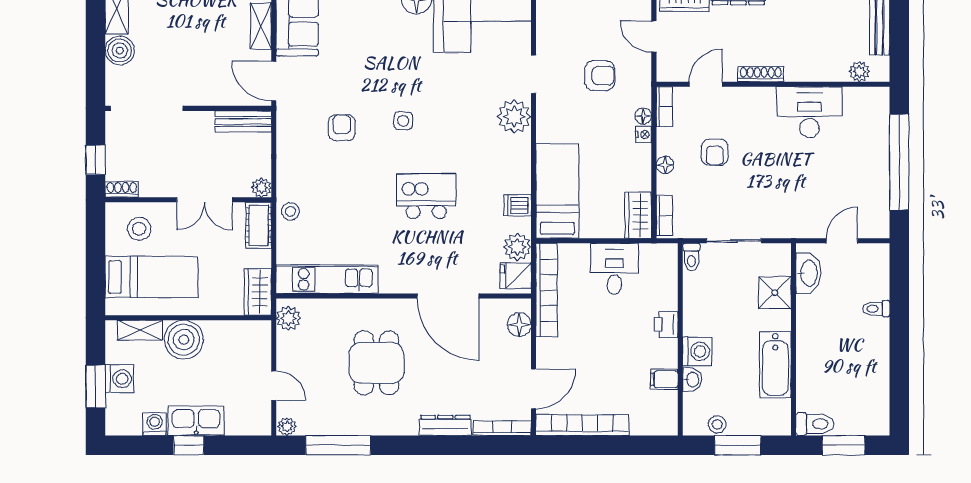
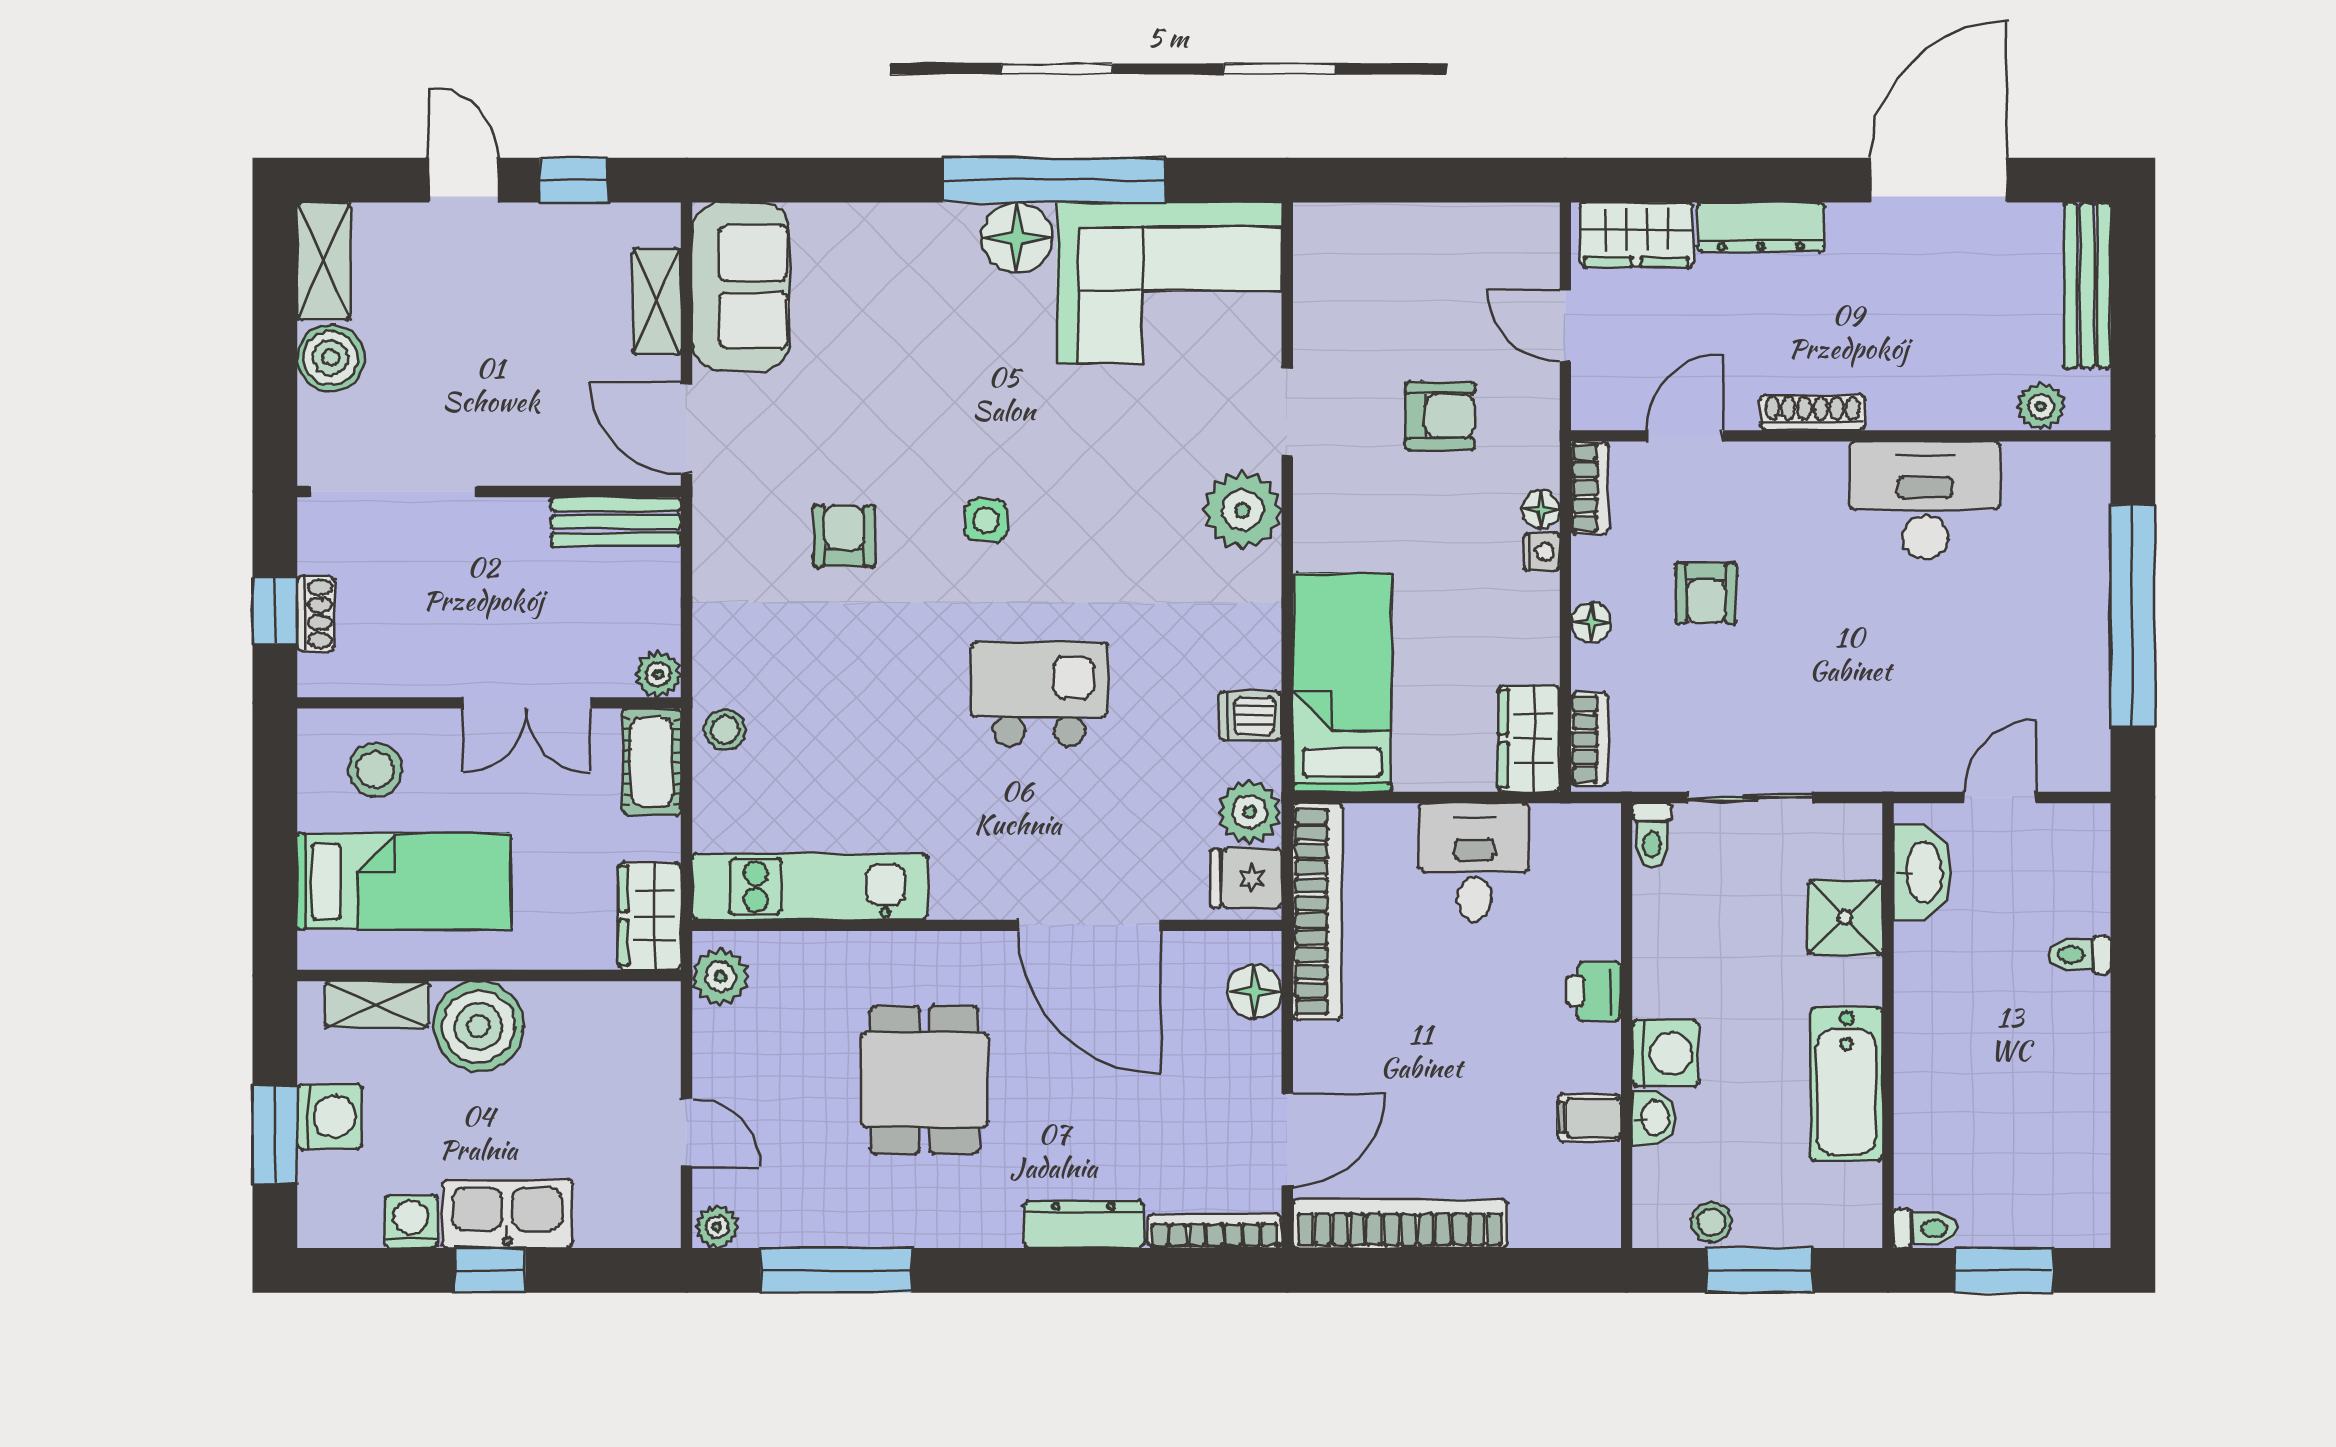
shoe rack: (122, 189) -> (316, 614), moved, turned 90
toilet: (815, 424) -> (1926, 1228), width x0.73, depth x0.72

